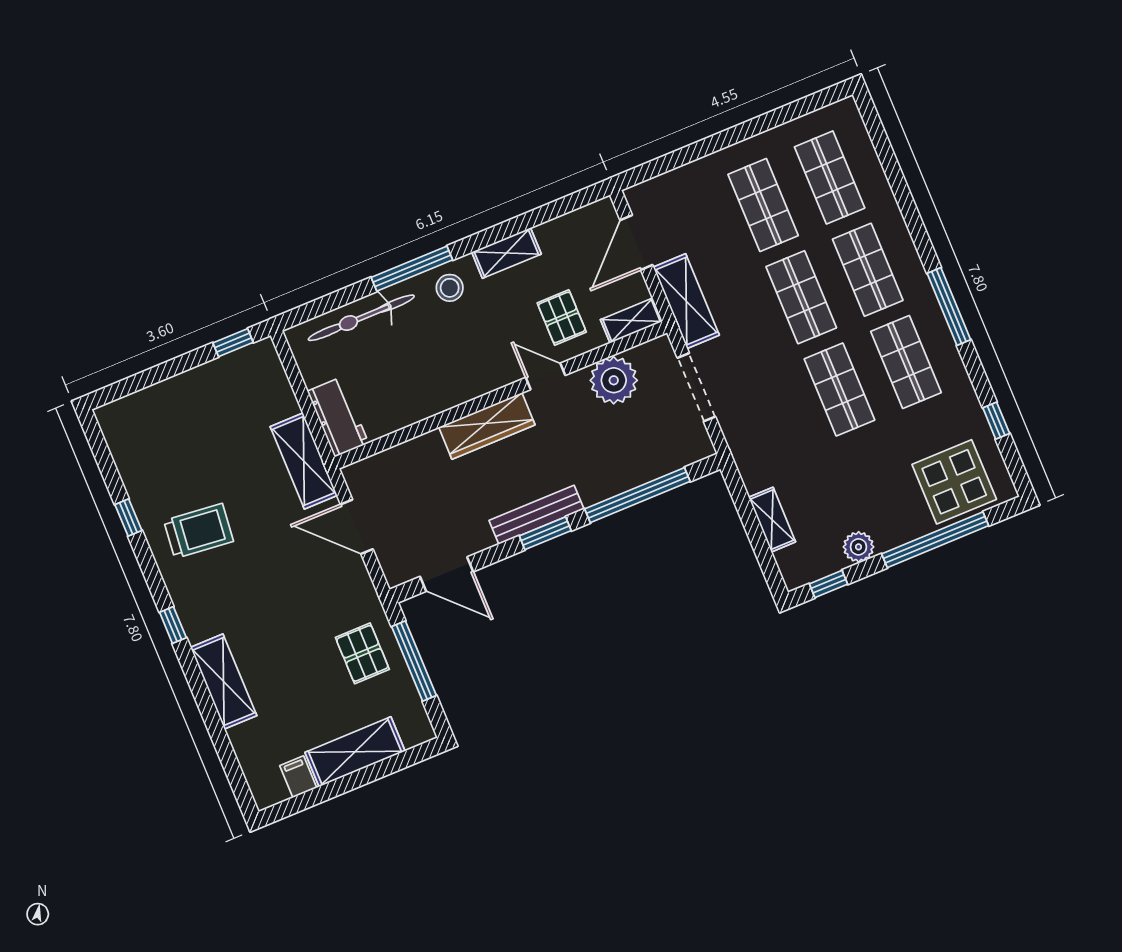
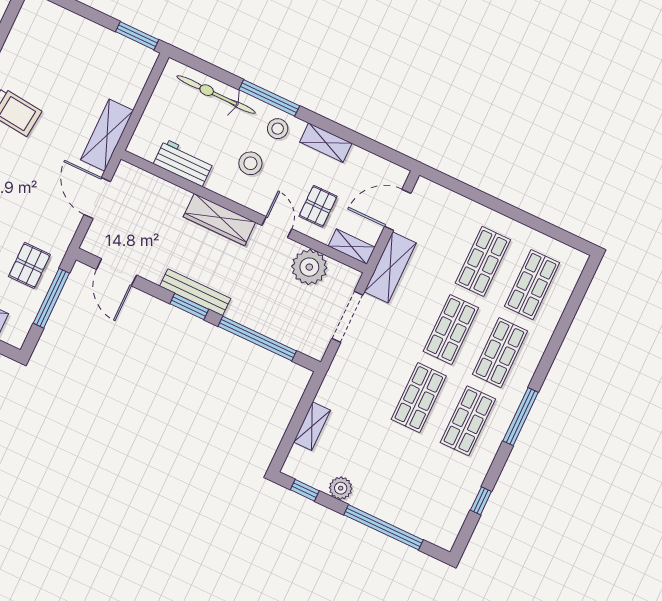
window: (233, 343) -> (137, 36), width x1.50
stool: (459, 345) -> (250, 163), added
workbench: (338, 417) -> (184, 163), moved, turned -90
display table: (954, 482) -> (425, 509), removed

